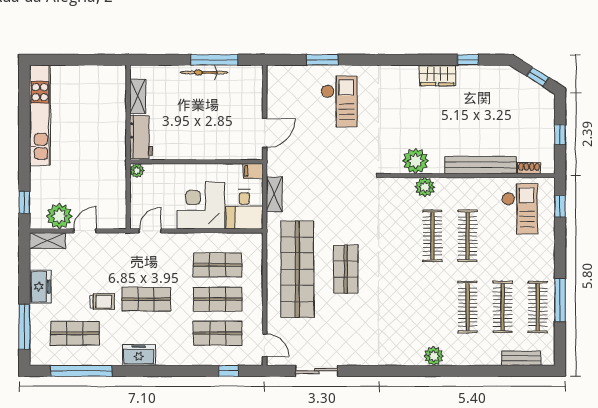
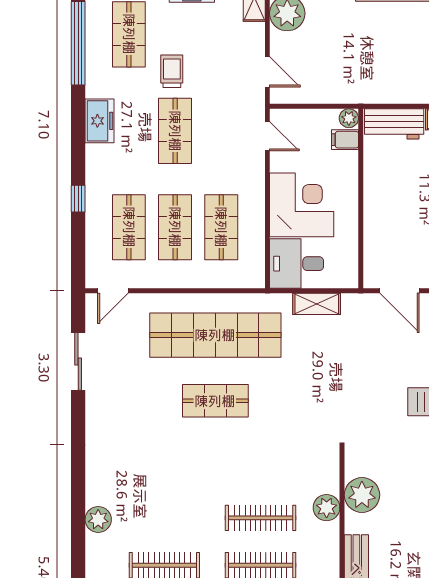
filing cabinet: (253, 171) -> (345, 140), moved, turned -90
door: (85, 231) -> (267, 72), moved
trolley: (102, 302) -> (172, 71), turned 180
window: (228, 371) -> (78, 199), moved

